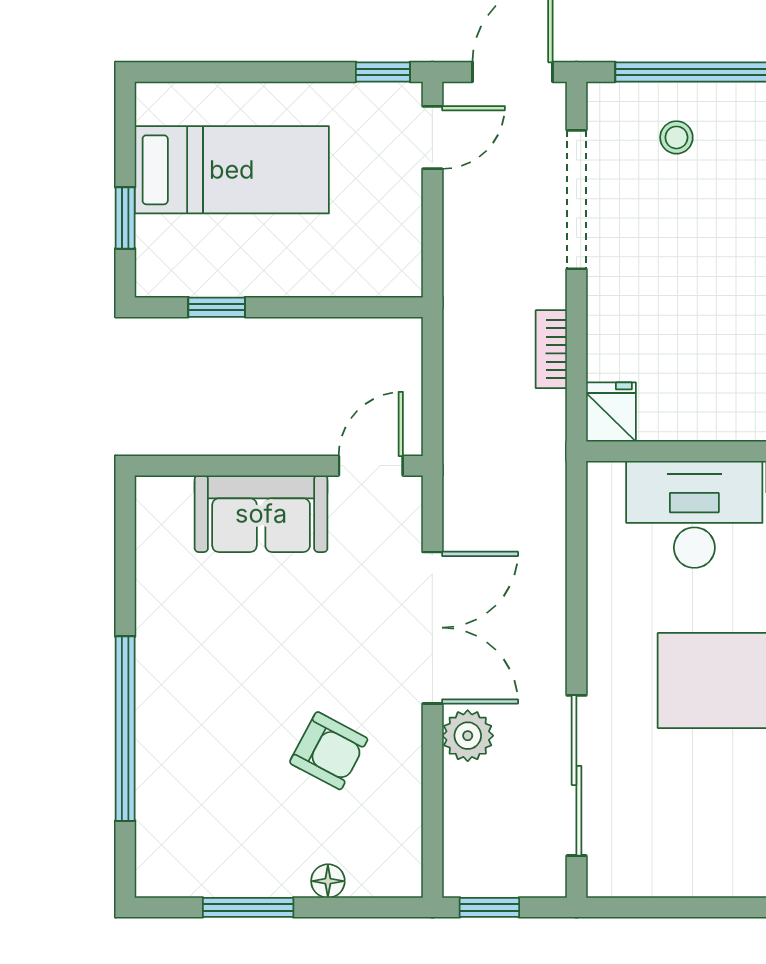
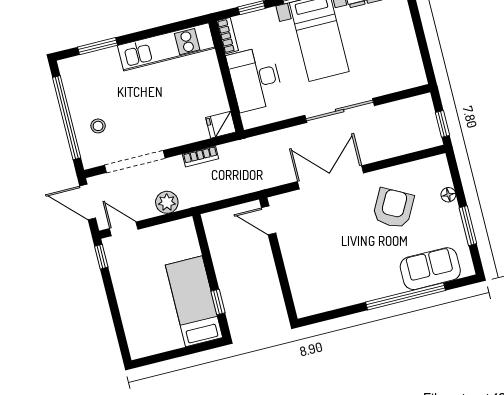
bed: (232, 170) -> (194, 301), moved
window: (125, 218) -> (190, 350), removed
sofa: (261, 514) -> (430, 269), moved, turned -90
plant: (468, 736) -> (167, 202), moved
armchair: (329, 751) -> (393, 208), width x1.38, depth x1.38
sliding door: (576, 775) -> (340, 111), moved

